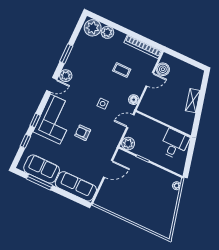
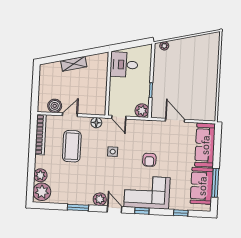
coffee table: (122, 70) -> (72, 146), width x1.86, depth x1.72
door: (150, 79) -> (70, 115), hinge flipped
window: (35, 120) -> (142, 211), moved

